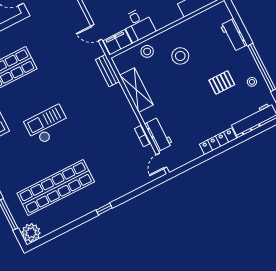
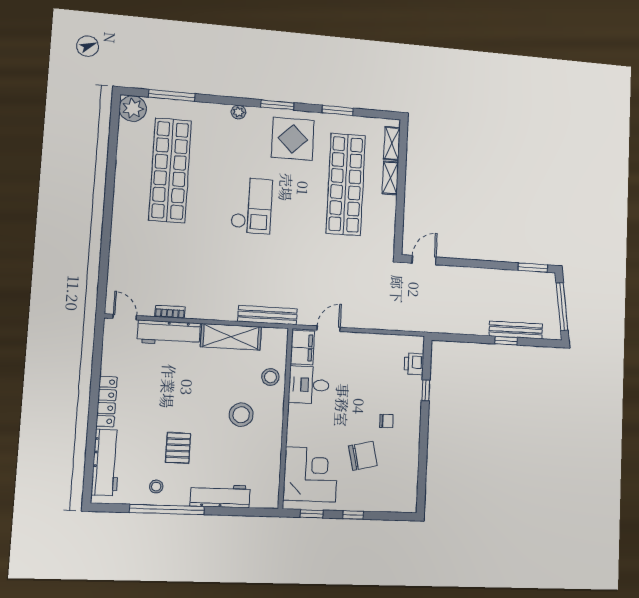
workbench: (234, 35) -> (220, 496), width x1.38
bench: (107, 71) -> (268, 315), width x1.36
workbench: (158, 134) -> (169, 333), width x1.38
window: (104, 209) -> (108, 212), removed

